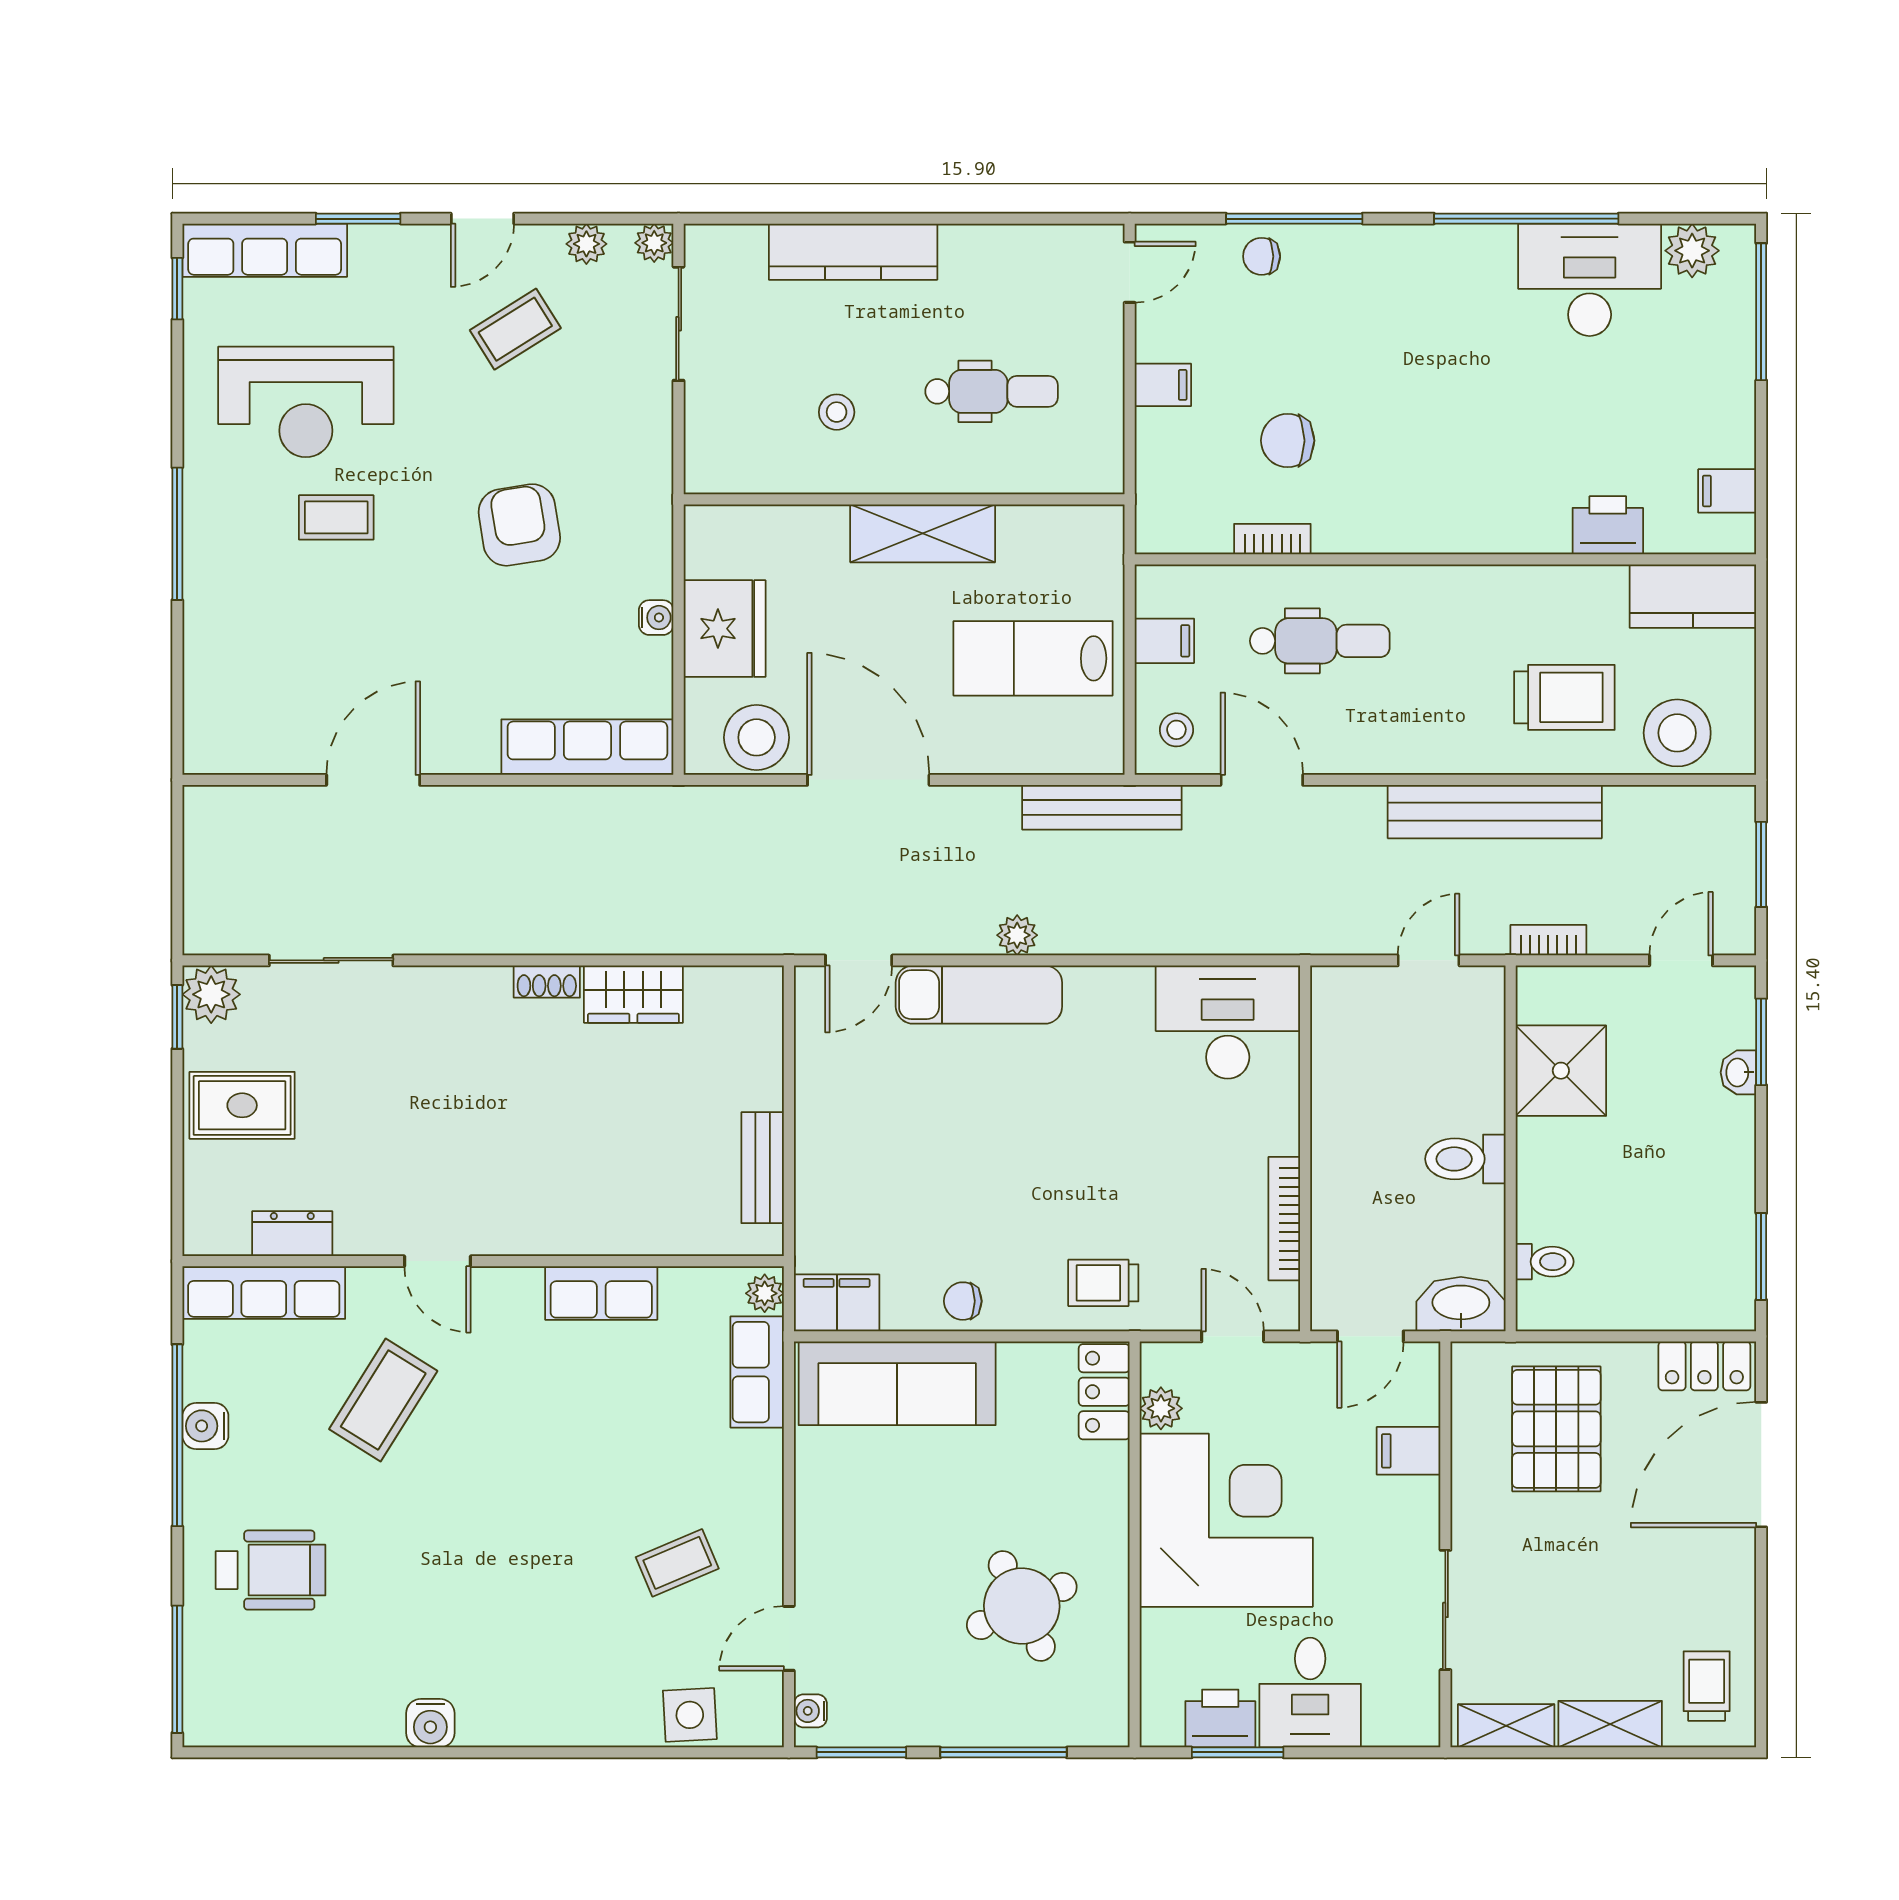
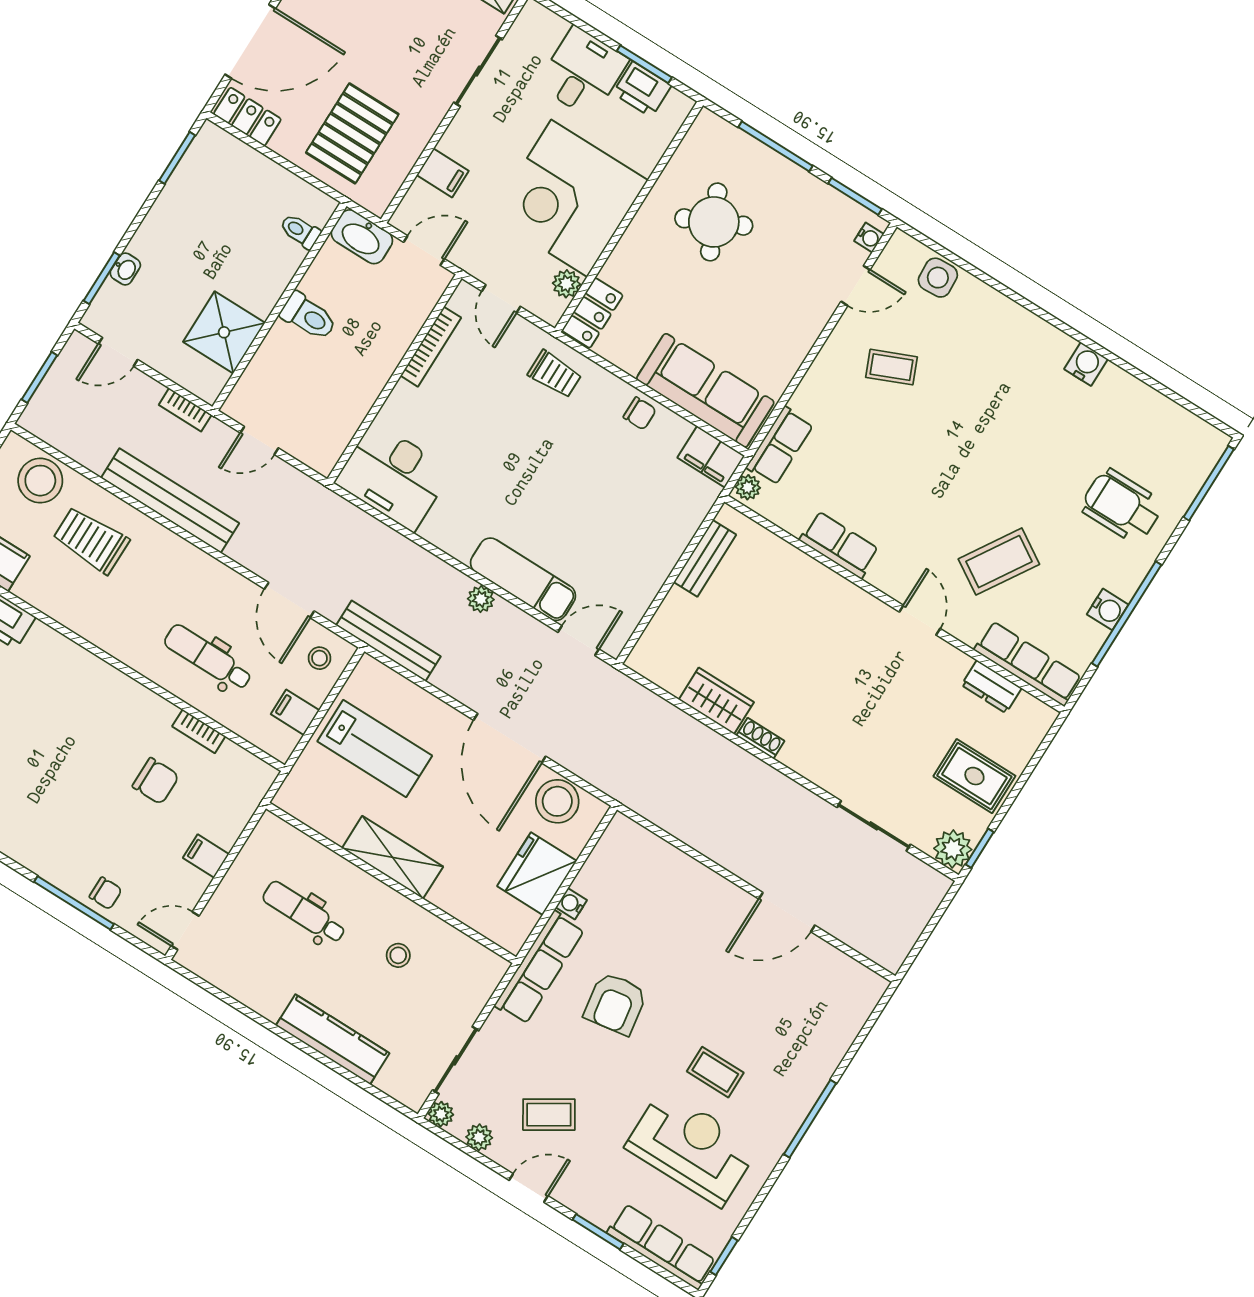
row of seats: (587, 747) -> (540, 968), moved, turned -90

